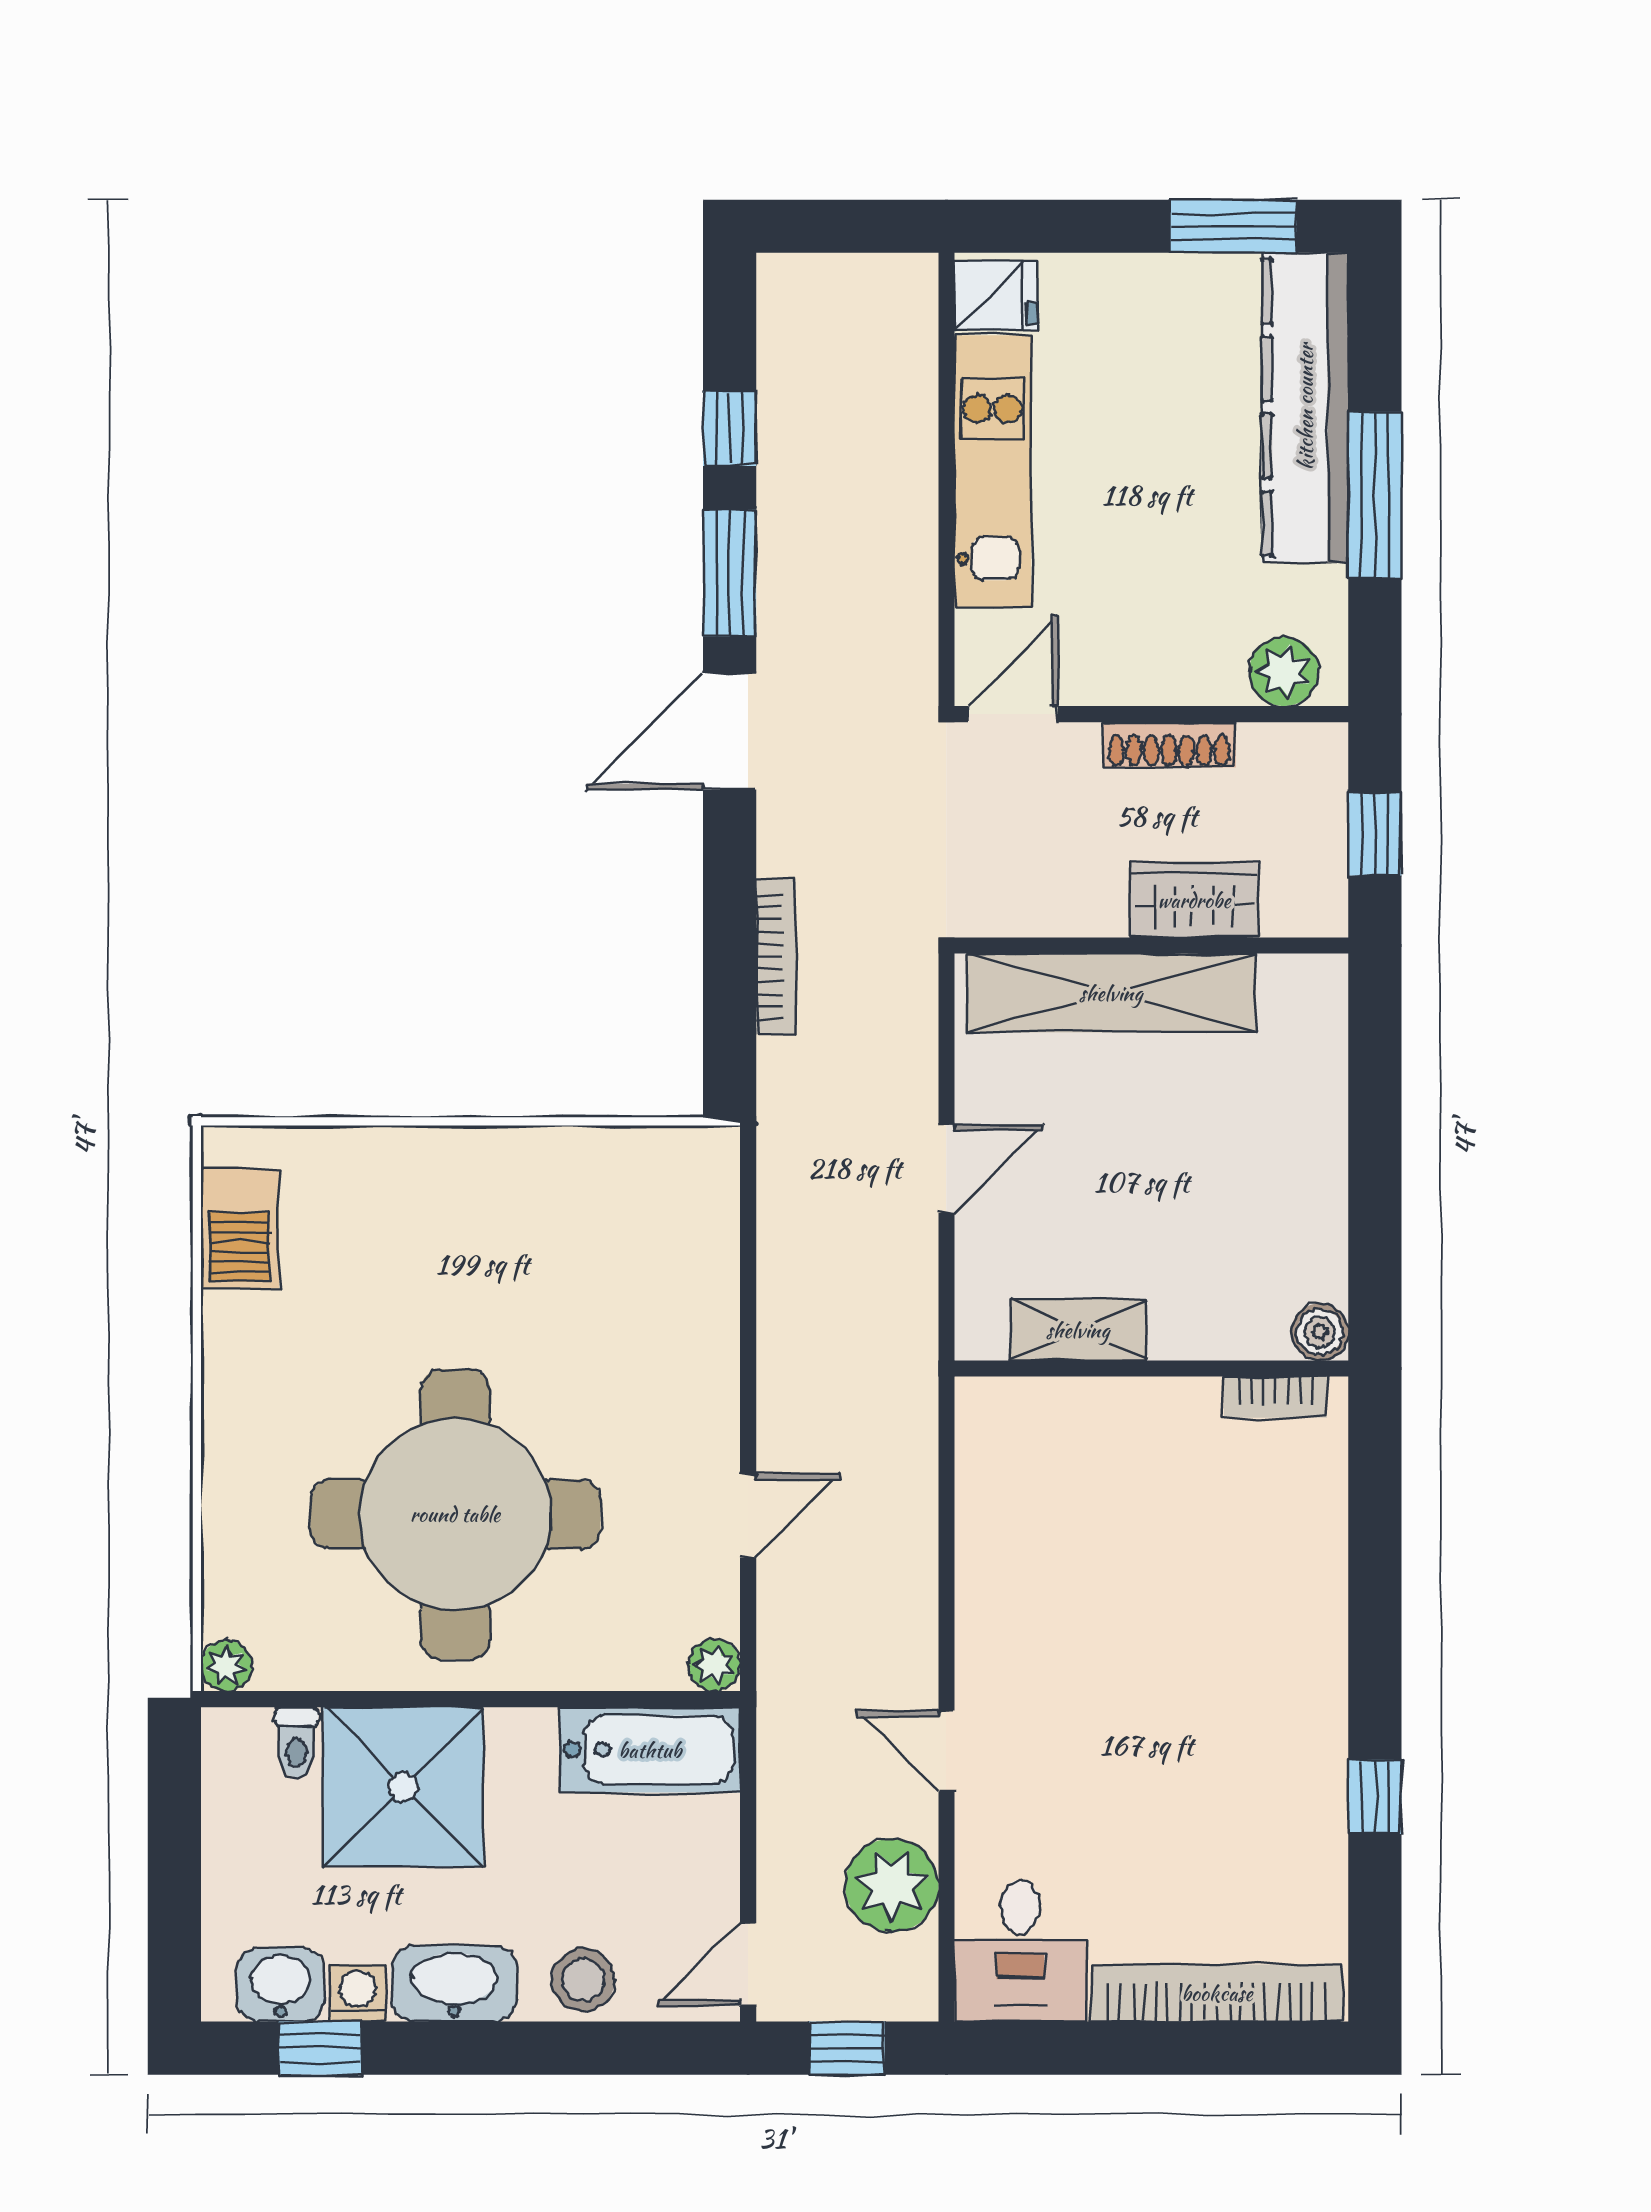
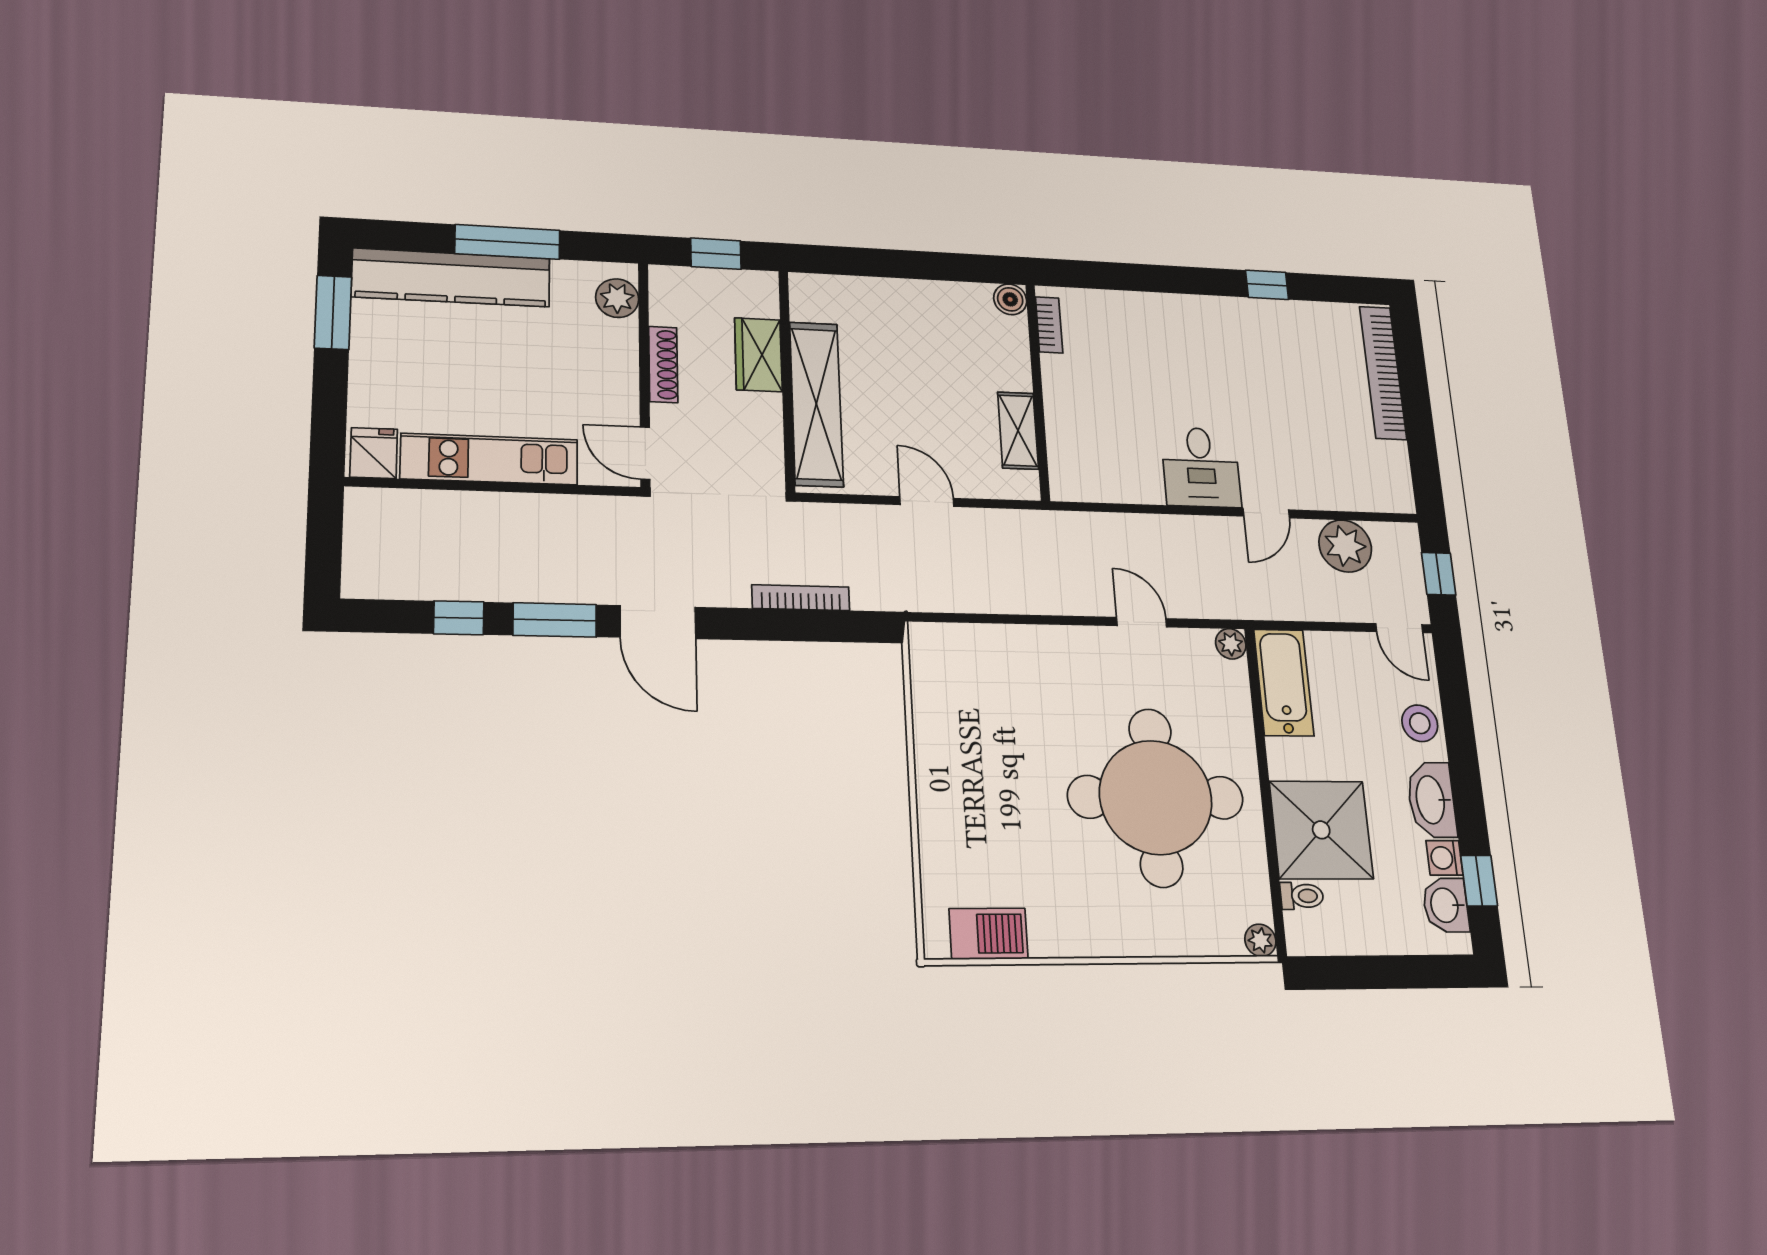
desk: (1020, 1951) -> (1201, 467), moved, turned 90

